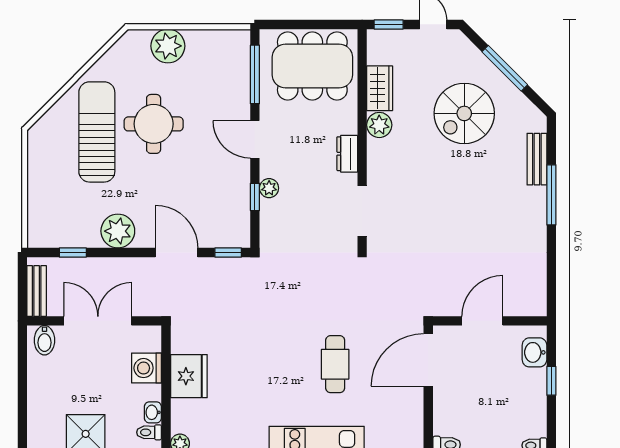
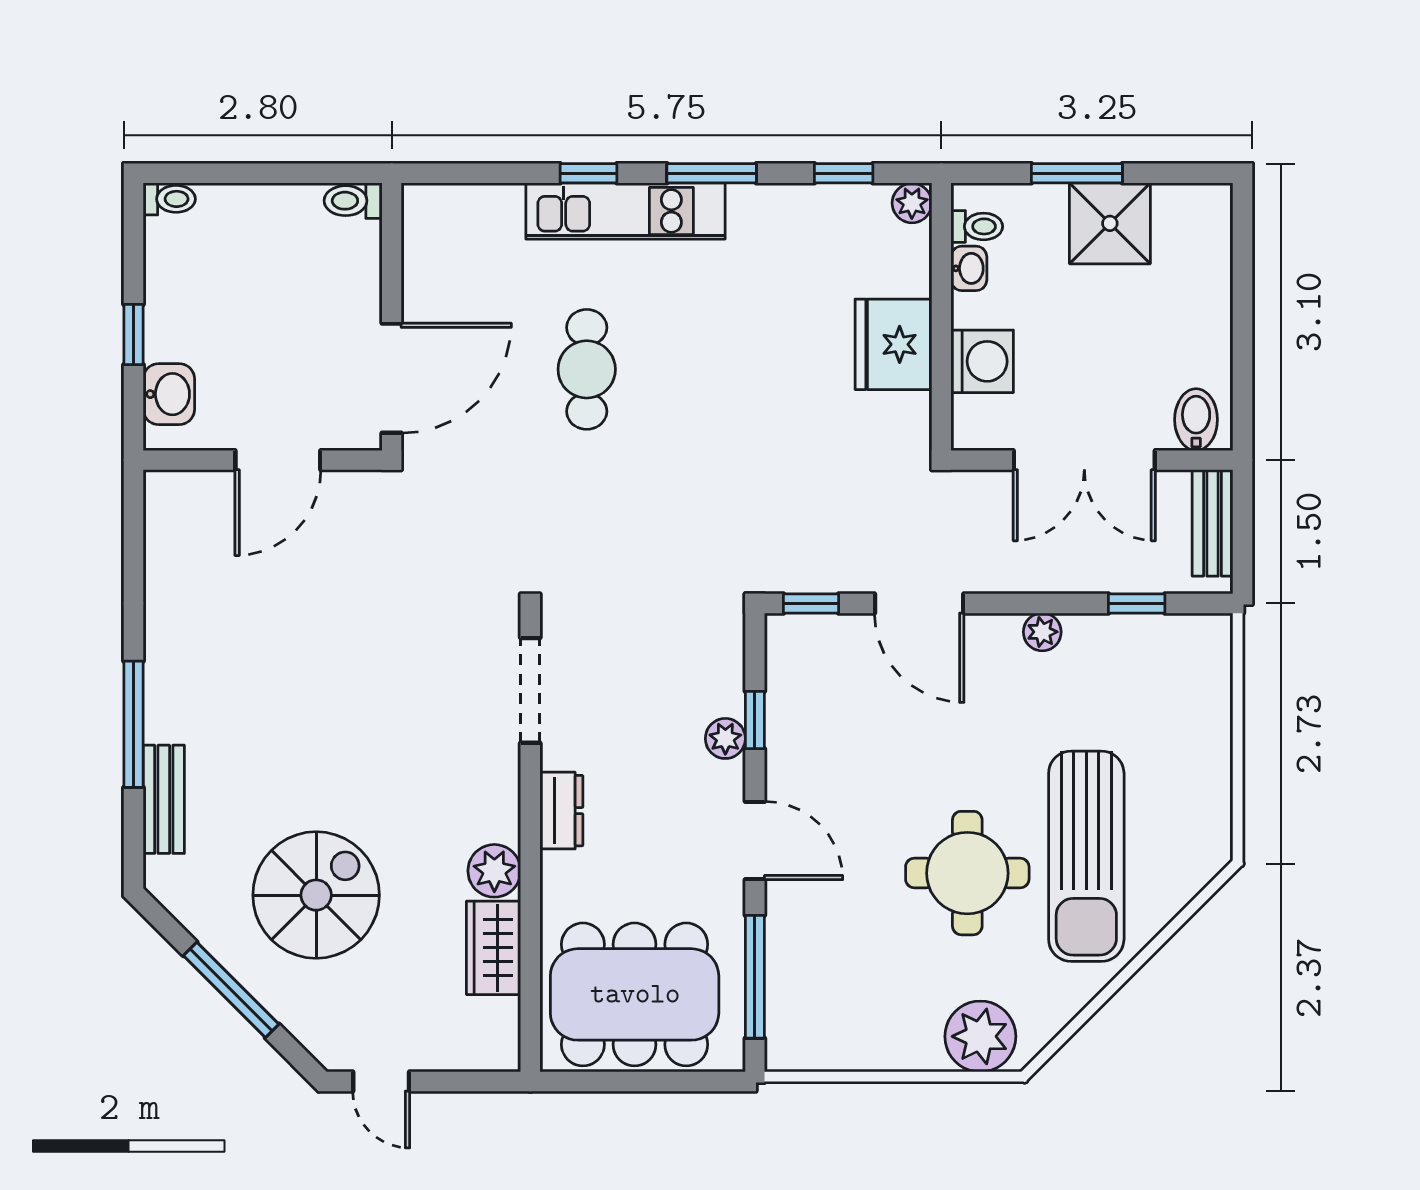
window: (389, 24) -> (475, 1081), removed
plant: (168, 46) -> (980, 1036), moved
plant: (118, 231) -> (1042, 632), width x0.53, depth x0.53

